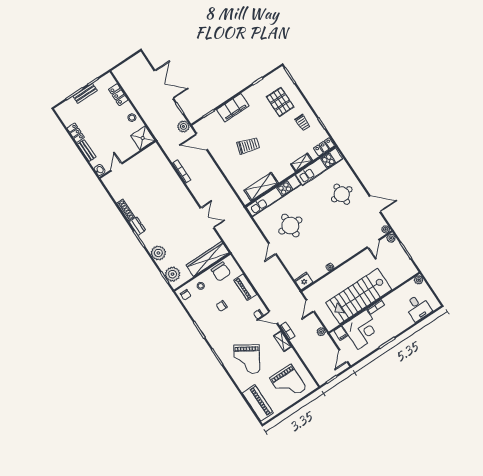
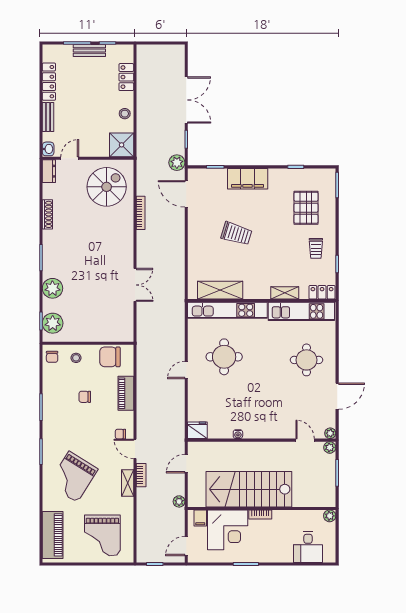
locker: (76, 133) -> (49, 82), width x1.53
spiral stairs: (150, 169) -> (107, 187), added
door: (375, 204) -> (337, 396), hinge flipped
dresser: (137, 226) -> (49, 171), moved
door: (373, 244) -> (305, 440), swing flipped
wardrobe: (208, 259) -> (104, 332), removed
chair: (221, 272) -> (110, 357), turned 90

